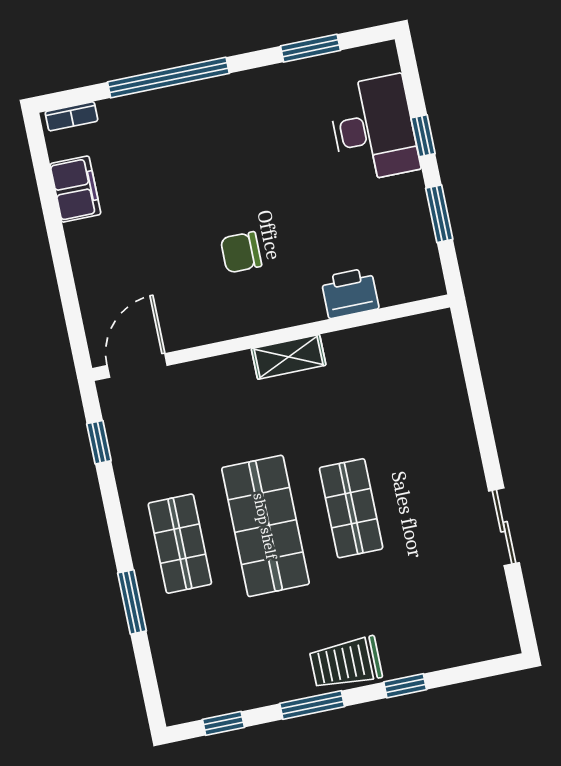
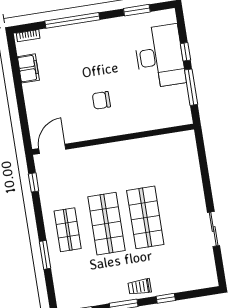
desk: (374, 129) -> (160, 56), width x1.36, depth x1.30
window: (439, 214) -> (191, 87), width x1.44
printer: (350, 293) -> (149, 121), removed
shelving: (289, 357) -> (120, 148), removed
shop shelf: (351, 508) -> (145, 217), width x1.43, depth x1.36
trolley: (346, 663) -> (140, 287), width x0.73, depth x0.72

